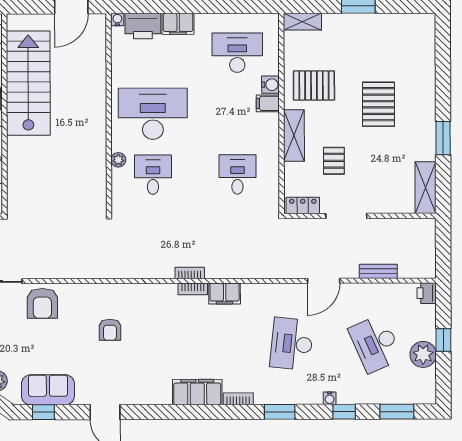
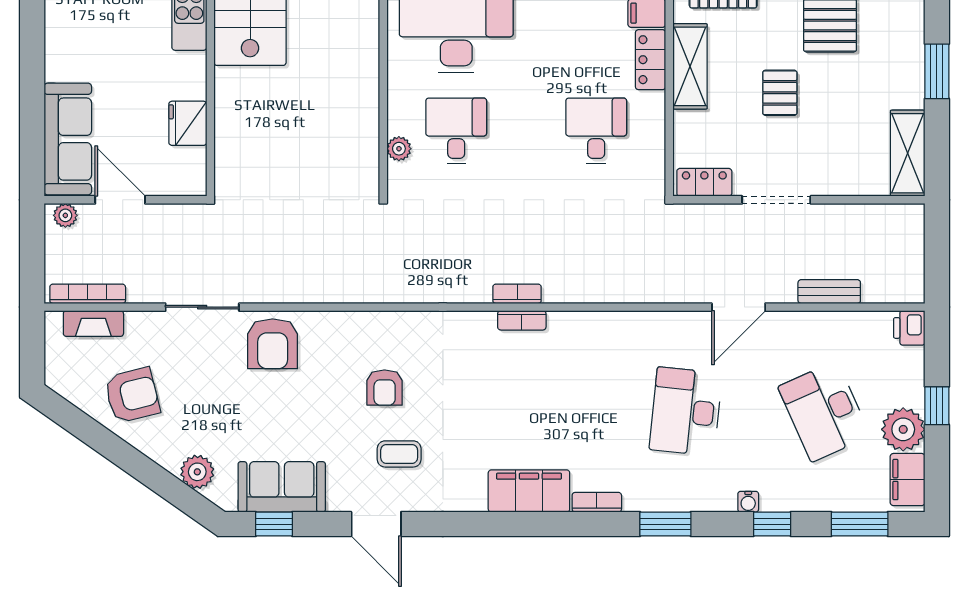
locker: (270, 131) -> (651, 60), added
plant: (118, 160) -> (399, 149), moved
pallet: (334, 161) -> (780, 93), moved
filing cabinet: (225, 294) -> (908, 480), moved, turned 90
coffee table: (119, 370) -> (399, 454), added

